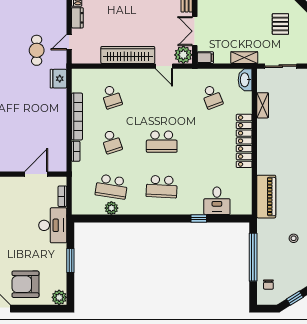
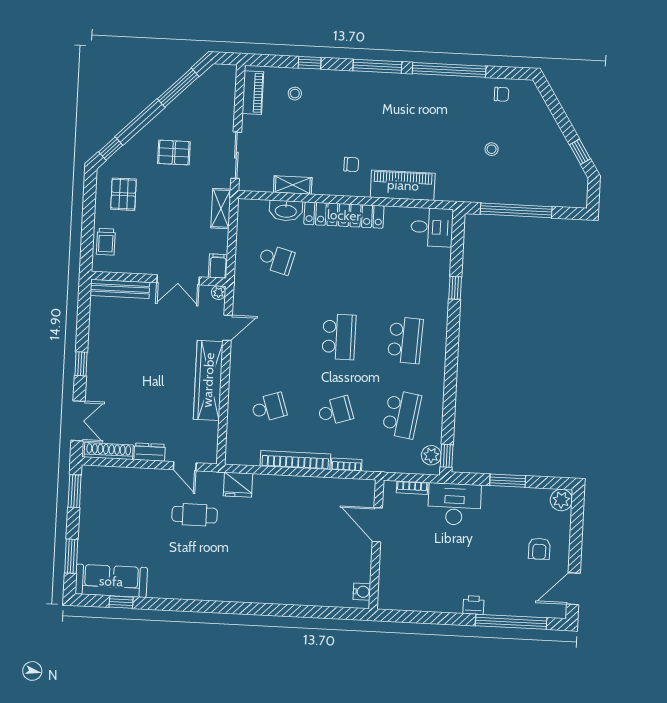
plant: (183, 55) -> (219, 293), width x0.53, depth x0.53
washbasin: (245, 80) -> (286, 211), moved
school desk: (212, 97) -> (276, 259), turned 36
piano: (266, 197) -> (403, 185), moved
desk: (217, 201) -> (432, 227), moved
plant: (111, 208) -> (431, 455), moved
window: (85, 218) -> (447, 456), added
armchair: (25, 284) -> (539, 549), width x0.53, depth x0.53
chair: (268, 285) -> (351, 164), moved

